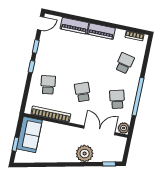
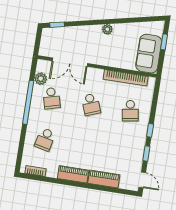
door: (41, 23) -> (142, 180), swing flipped
plant: (124, 128) -> (41, 79), moved
plant: (85, 154) -> (107, 29), moved, width x0.53, depth x0.53

